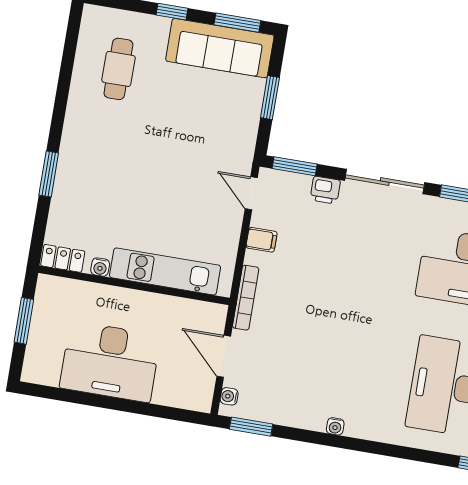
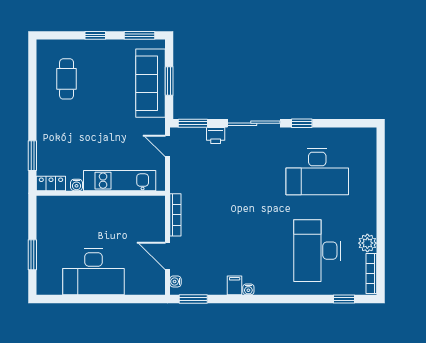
sofa: (220, 48) -> (150, 83), moved, turned 90
filing cabinet: (262, 240) -> (235, 285), moved, turned -90
locker: (63, 258) -> (51, 183), moved
water cooler: (100, 267) -> (76, 185), moved
kitchen unit: (165, 271) -> (120, 181), moved
wall: (134, 285) -> (101, 193), moved

